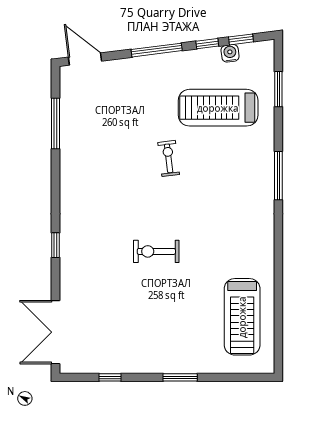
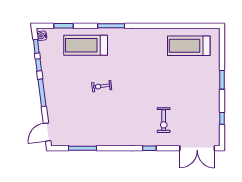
water cooler: (230, 53) -> (42, 36), moved
treadmill: (218, 108) -> (86, 45), moved, turned 90
exercise bike: (156, 251) -> (164, 120), moved
treadmill: (242, 317) -> (189, 46), turned 180

